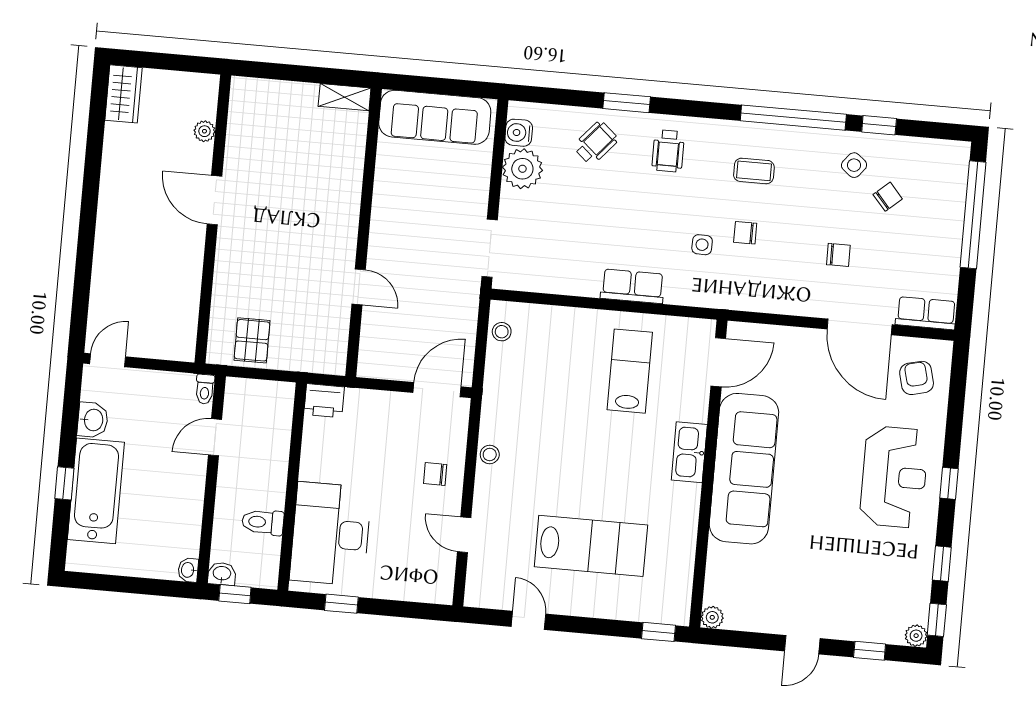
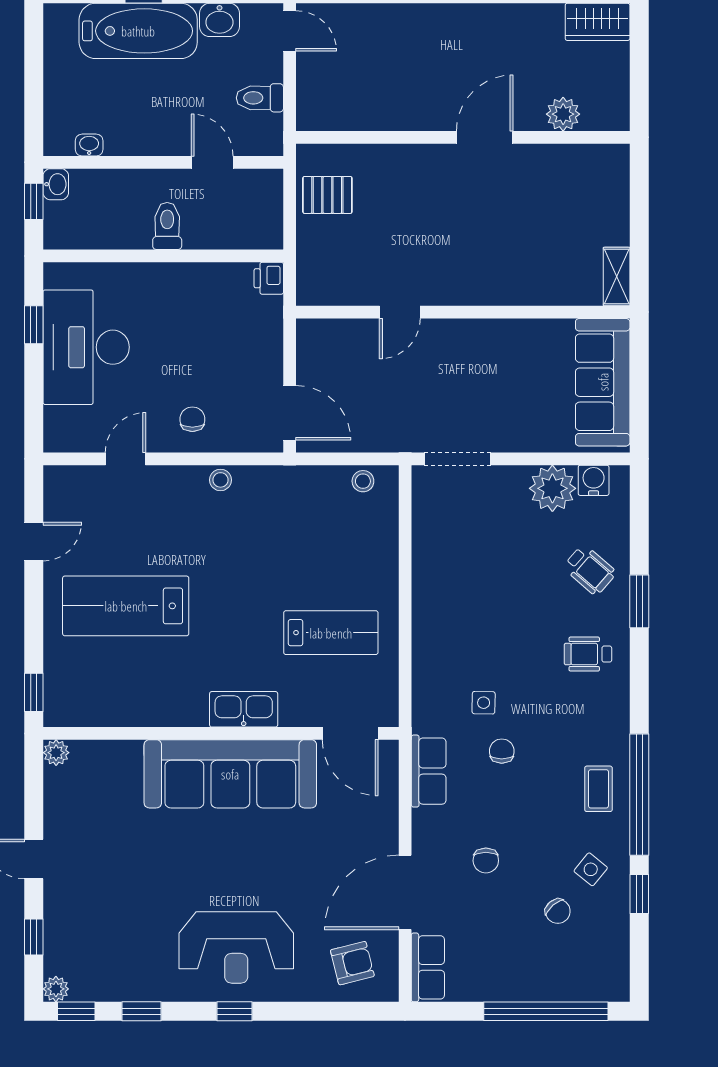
plant: (204, 131) -> (563, 114), width x1.38, depth x1.38
coffee table: (754, 171) -> (598, 789), moved
row of seats: (632, 286) -> (429, 771), moved
toilet: (205, 389) -> (260, 98), moved, width x1.37, depth x1.39
printer: (324, 401) -> (269, 278), width x0.73, depth x0.81
toilet: (263, 522) -> (167, 226), moved
desk: (331, 534) -> (86, 347), moved, turned -90
lab bench: (591, 546) -> (126, 606), turned 90
washbasin: (188, 570) -> (89, 145), moved

